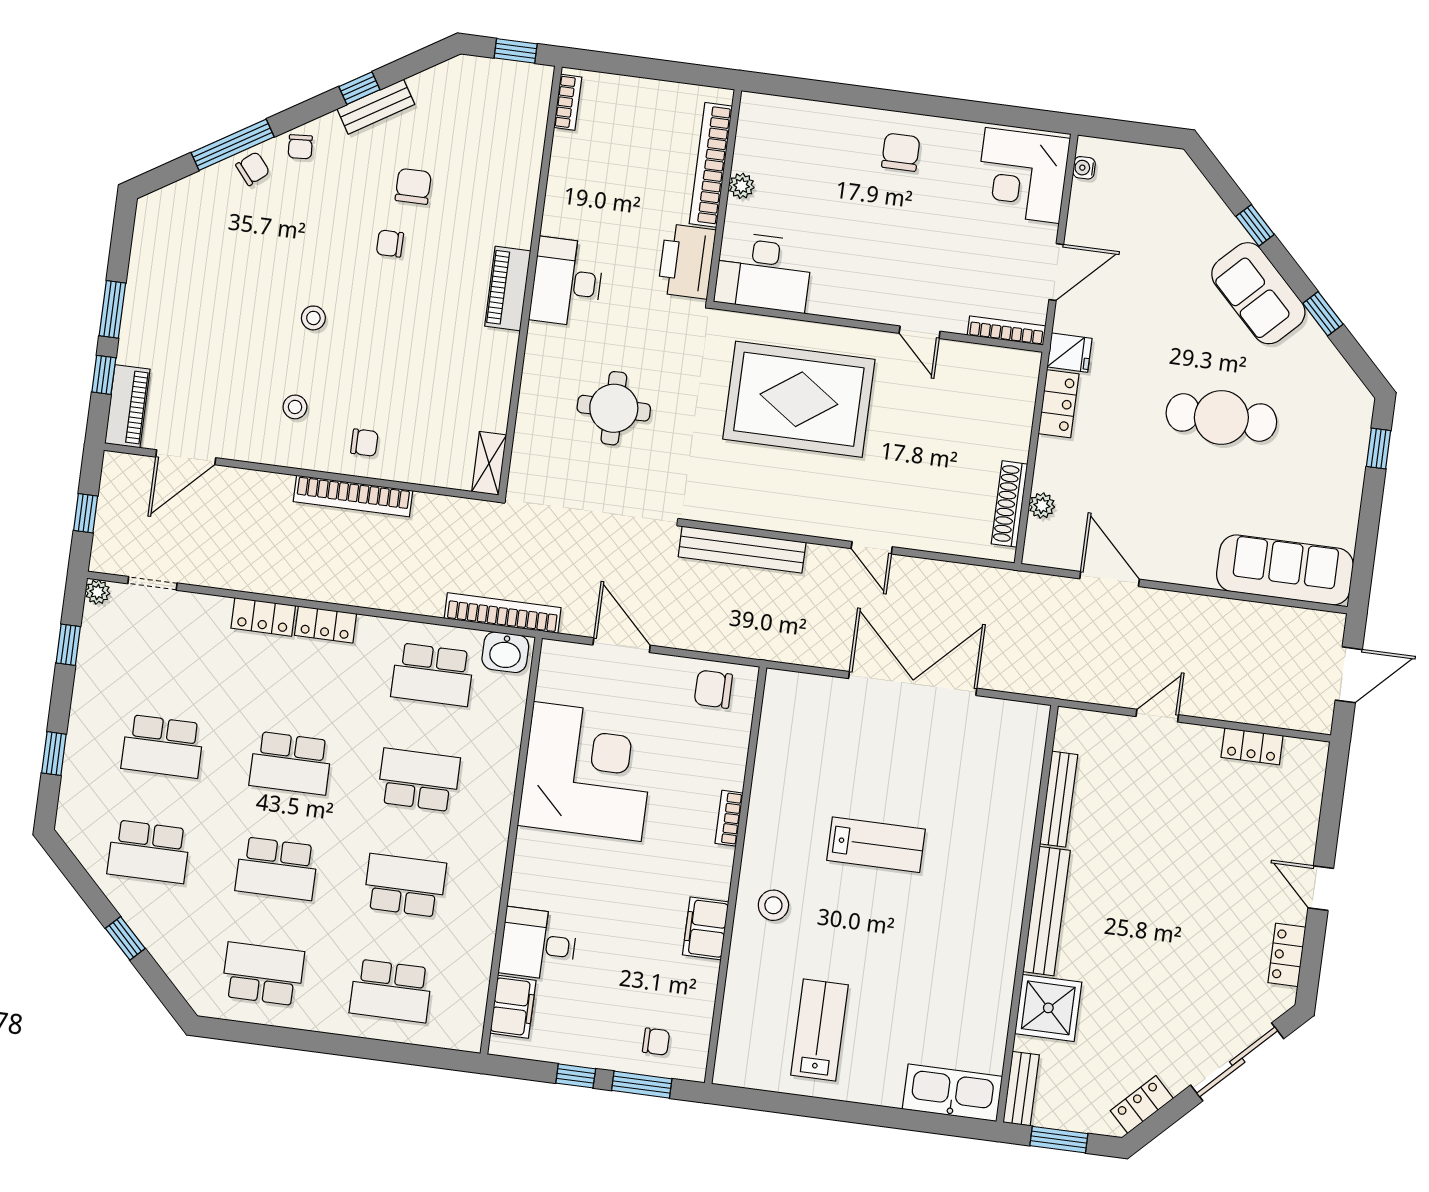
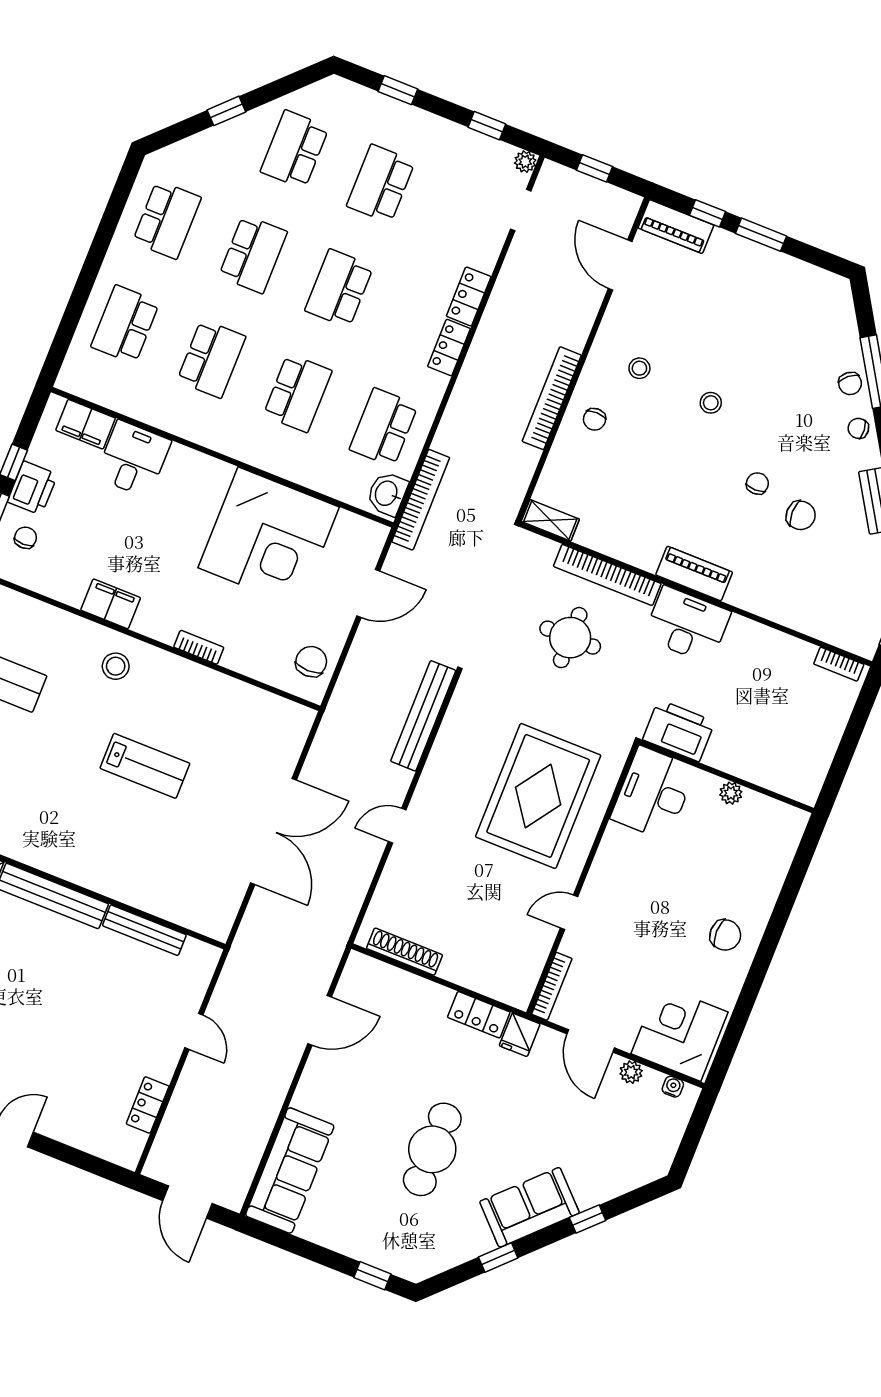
bookcase: (711, 165) -> (607, 575), moved, turned 180
plant: (1042, 506) -> (631, 1072), moved
lab bench: (876, 845) -> (145, 766), turned -90
school desk: (277, 869) -> (253, 254), turned 180
chair: (656, 1042) -> (25, 538), turned 180
printer: (599, 1048) -> (32, 488), added

